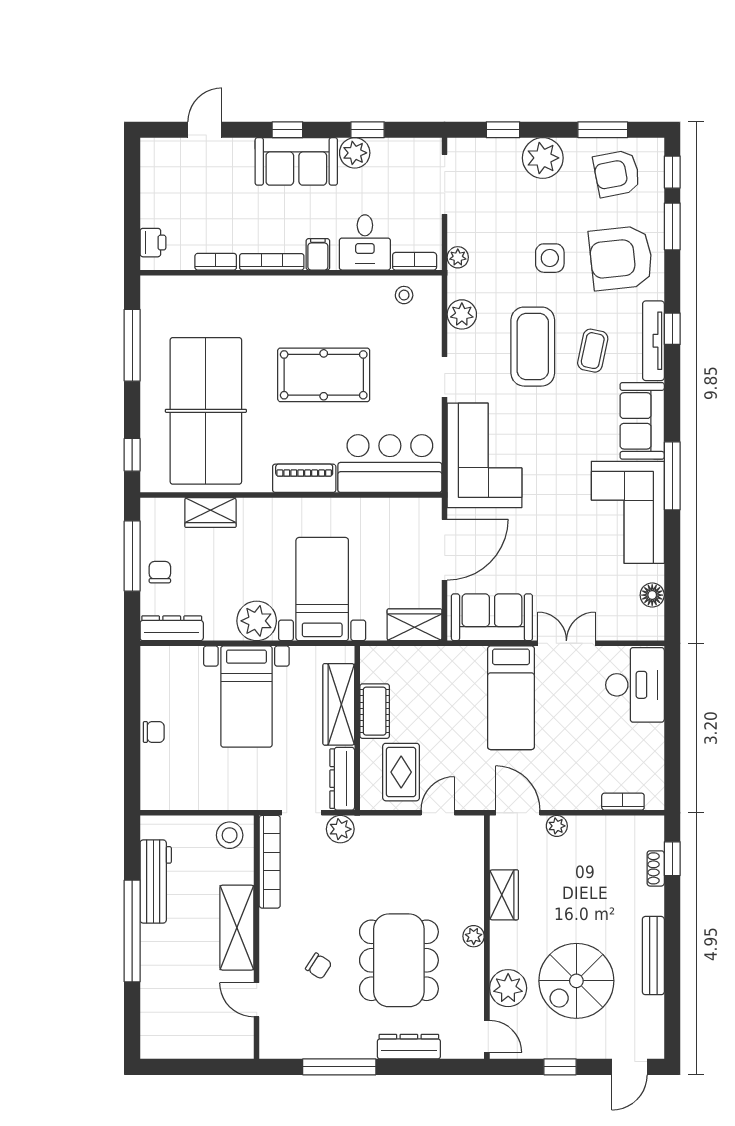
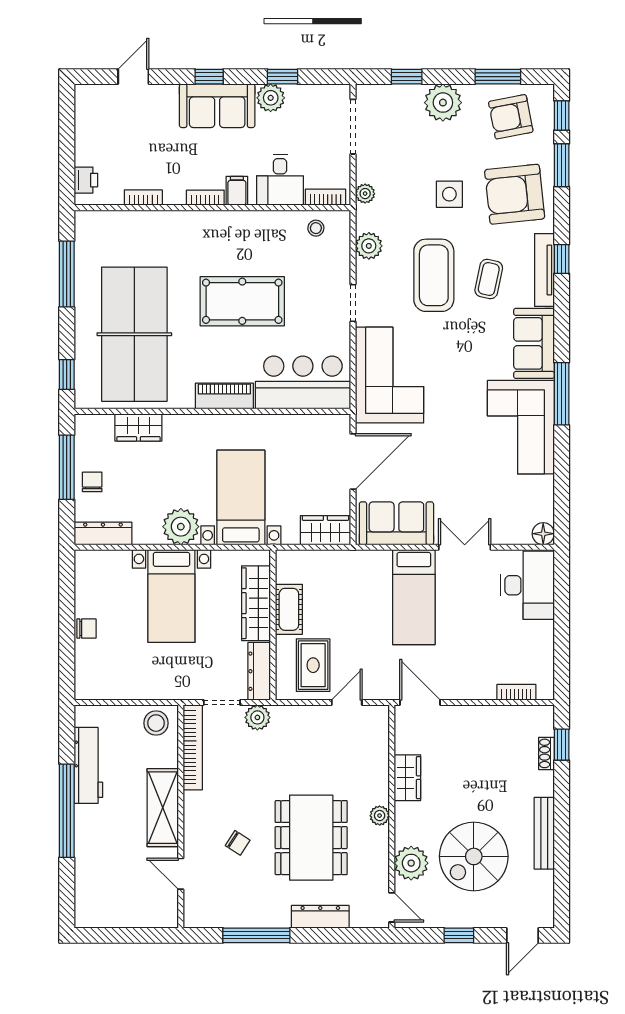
bookcase: (272, 262) -> (205, 198), width x0.64
floor lamp: (652, 595) -> (543, 534), moved
plant: (557, 826) -> (456, 714), removed

